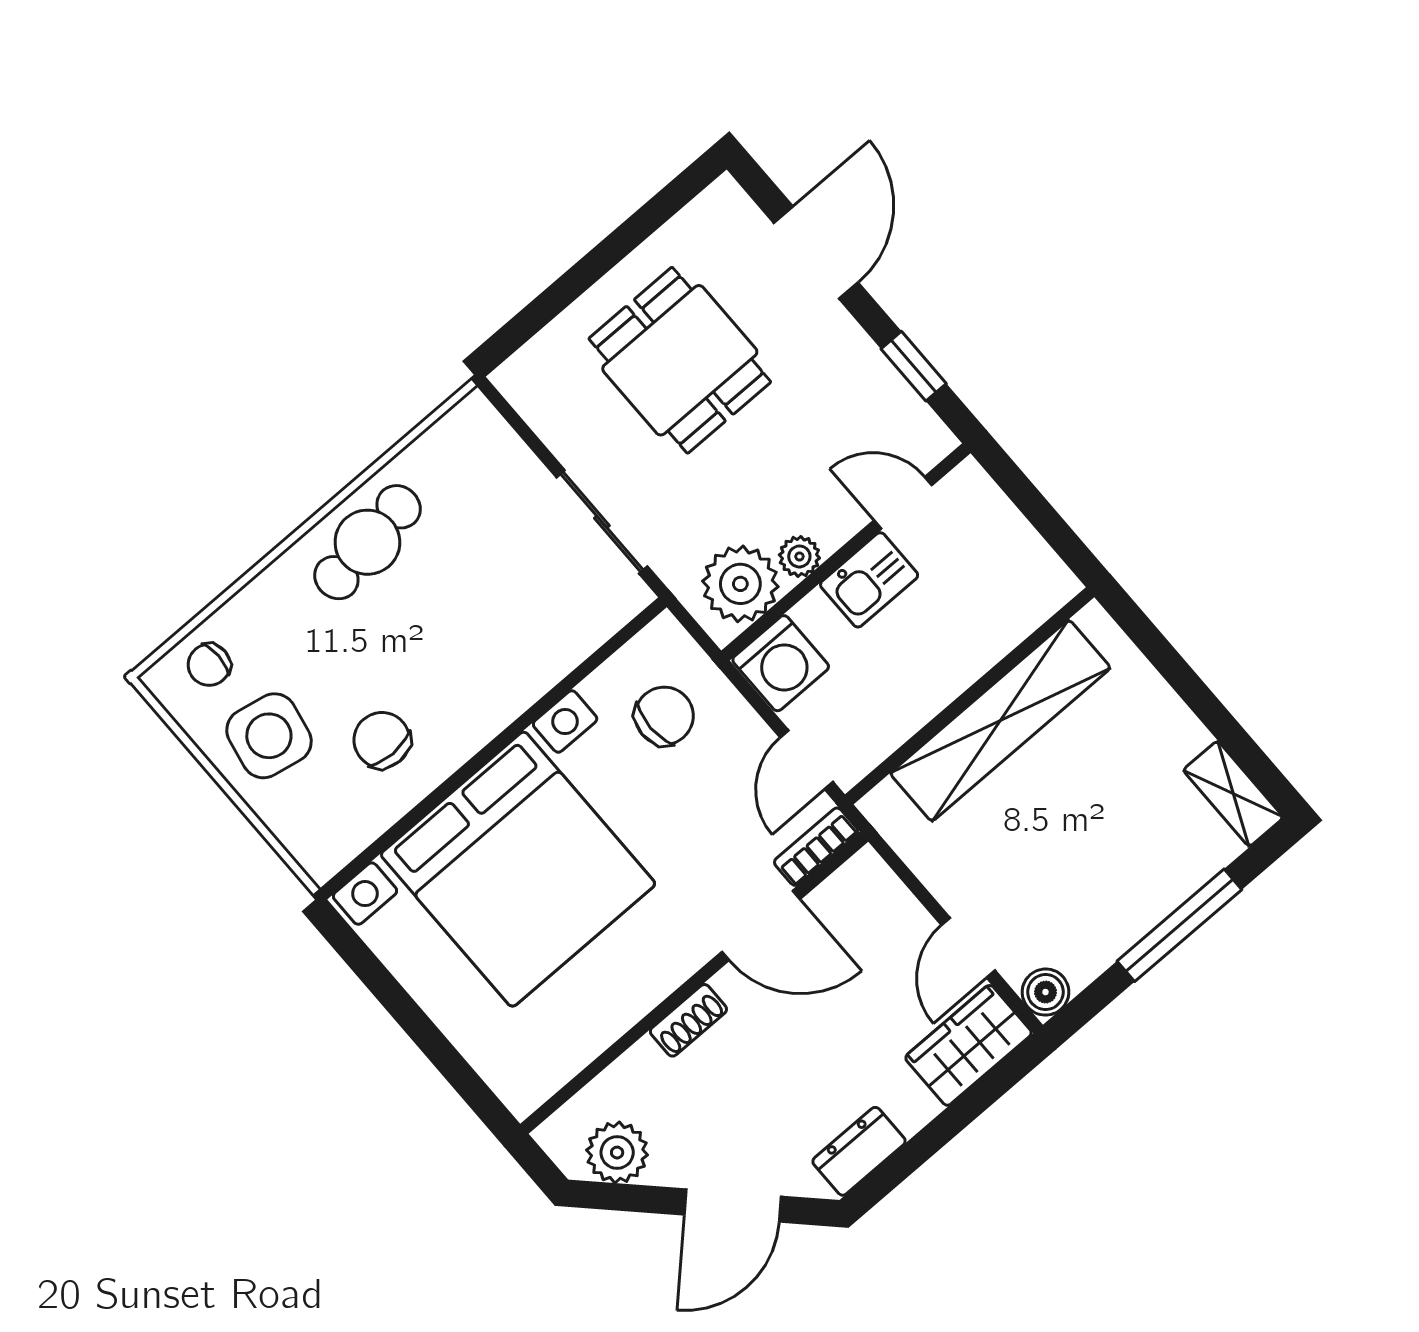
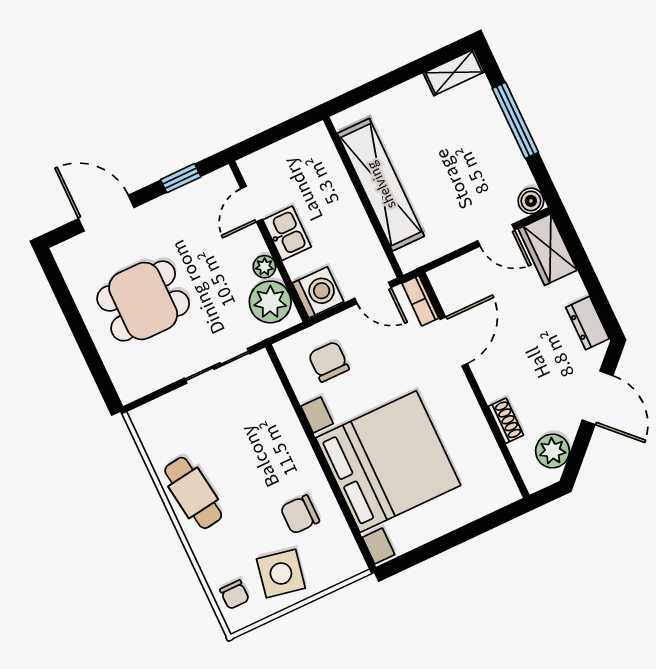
shoe rack: (688, 1020) -> (506, 421), moved

